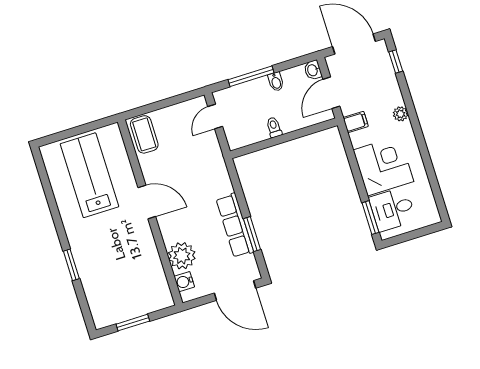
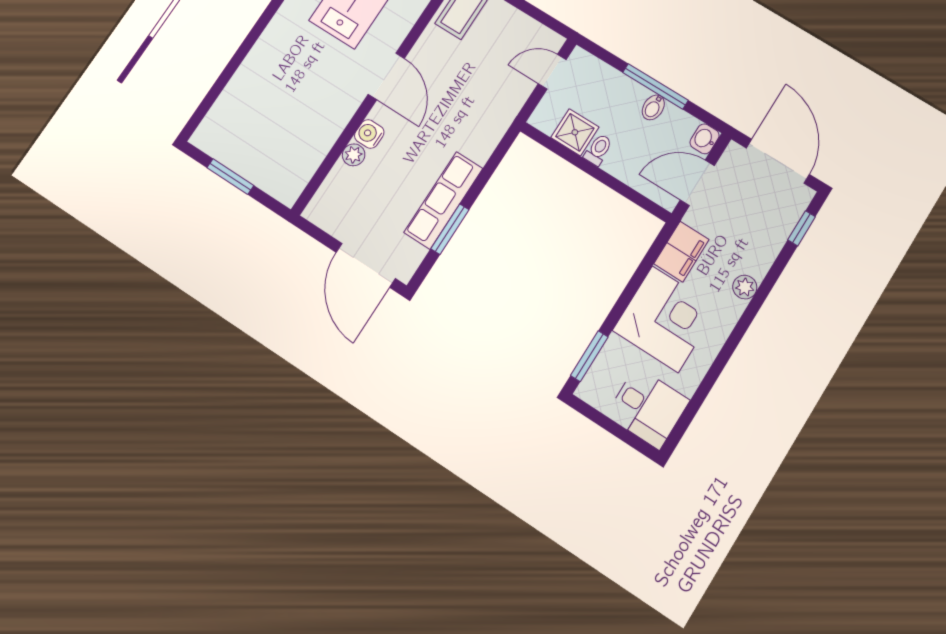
window: (251, 76) -> (655, 86), moved
filing cabinet: (356, 122) -> (681, 252), width x2.00
shower: (256, 131) -> (575, 132), added
desk: (392, 209) -> (648, 408), moved, turned 180
plant: (182, 256) -> (354, 155), width x0.53, depth x0.53
window: (71, 265) -> (243, 51), removed
water cooler: (184, 282) -> (369, 134), moved

